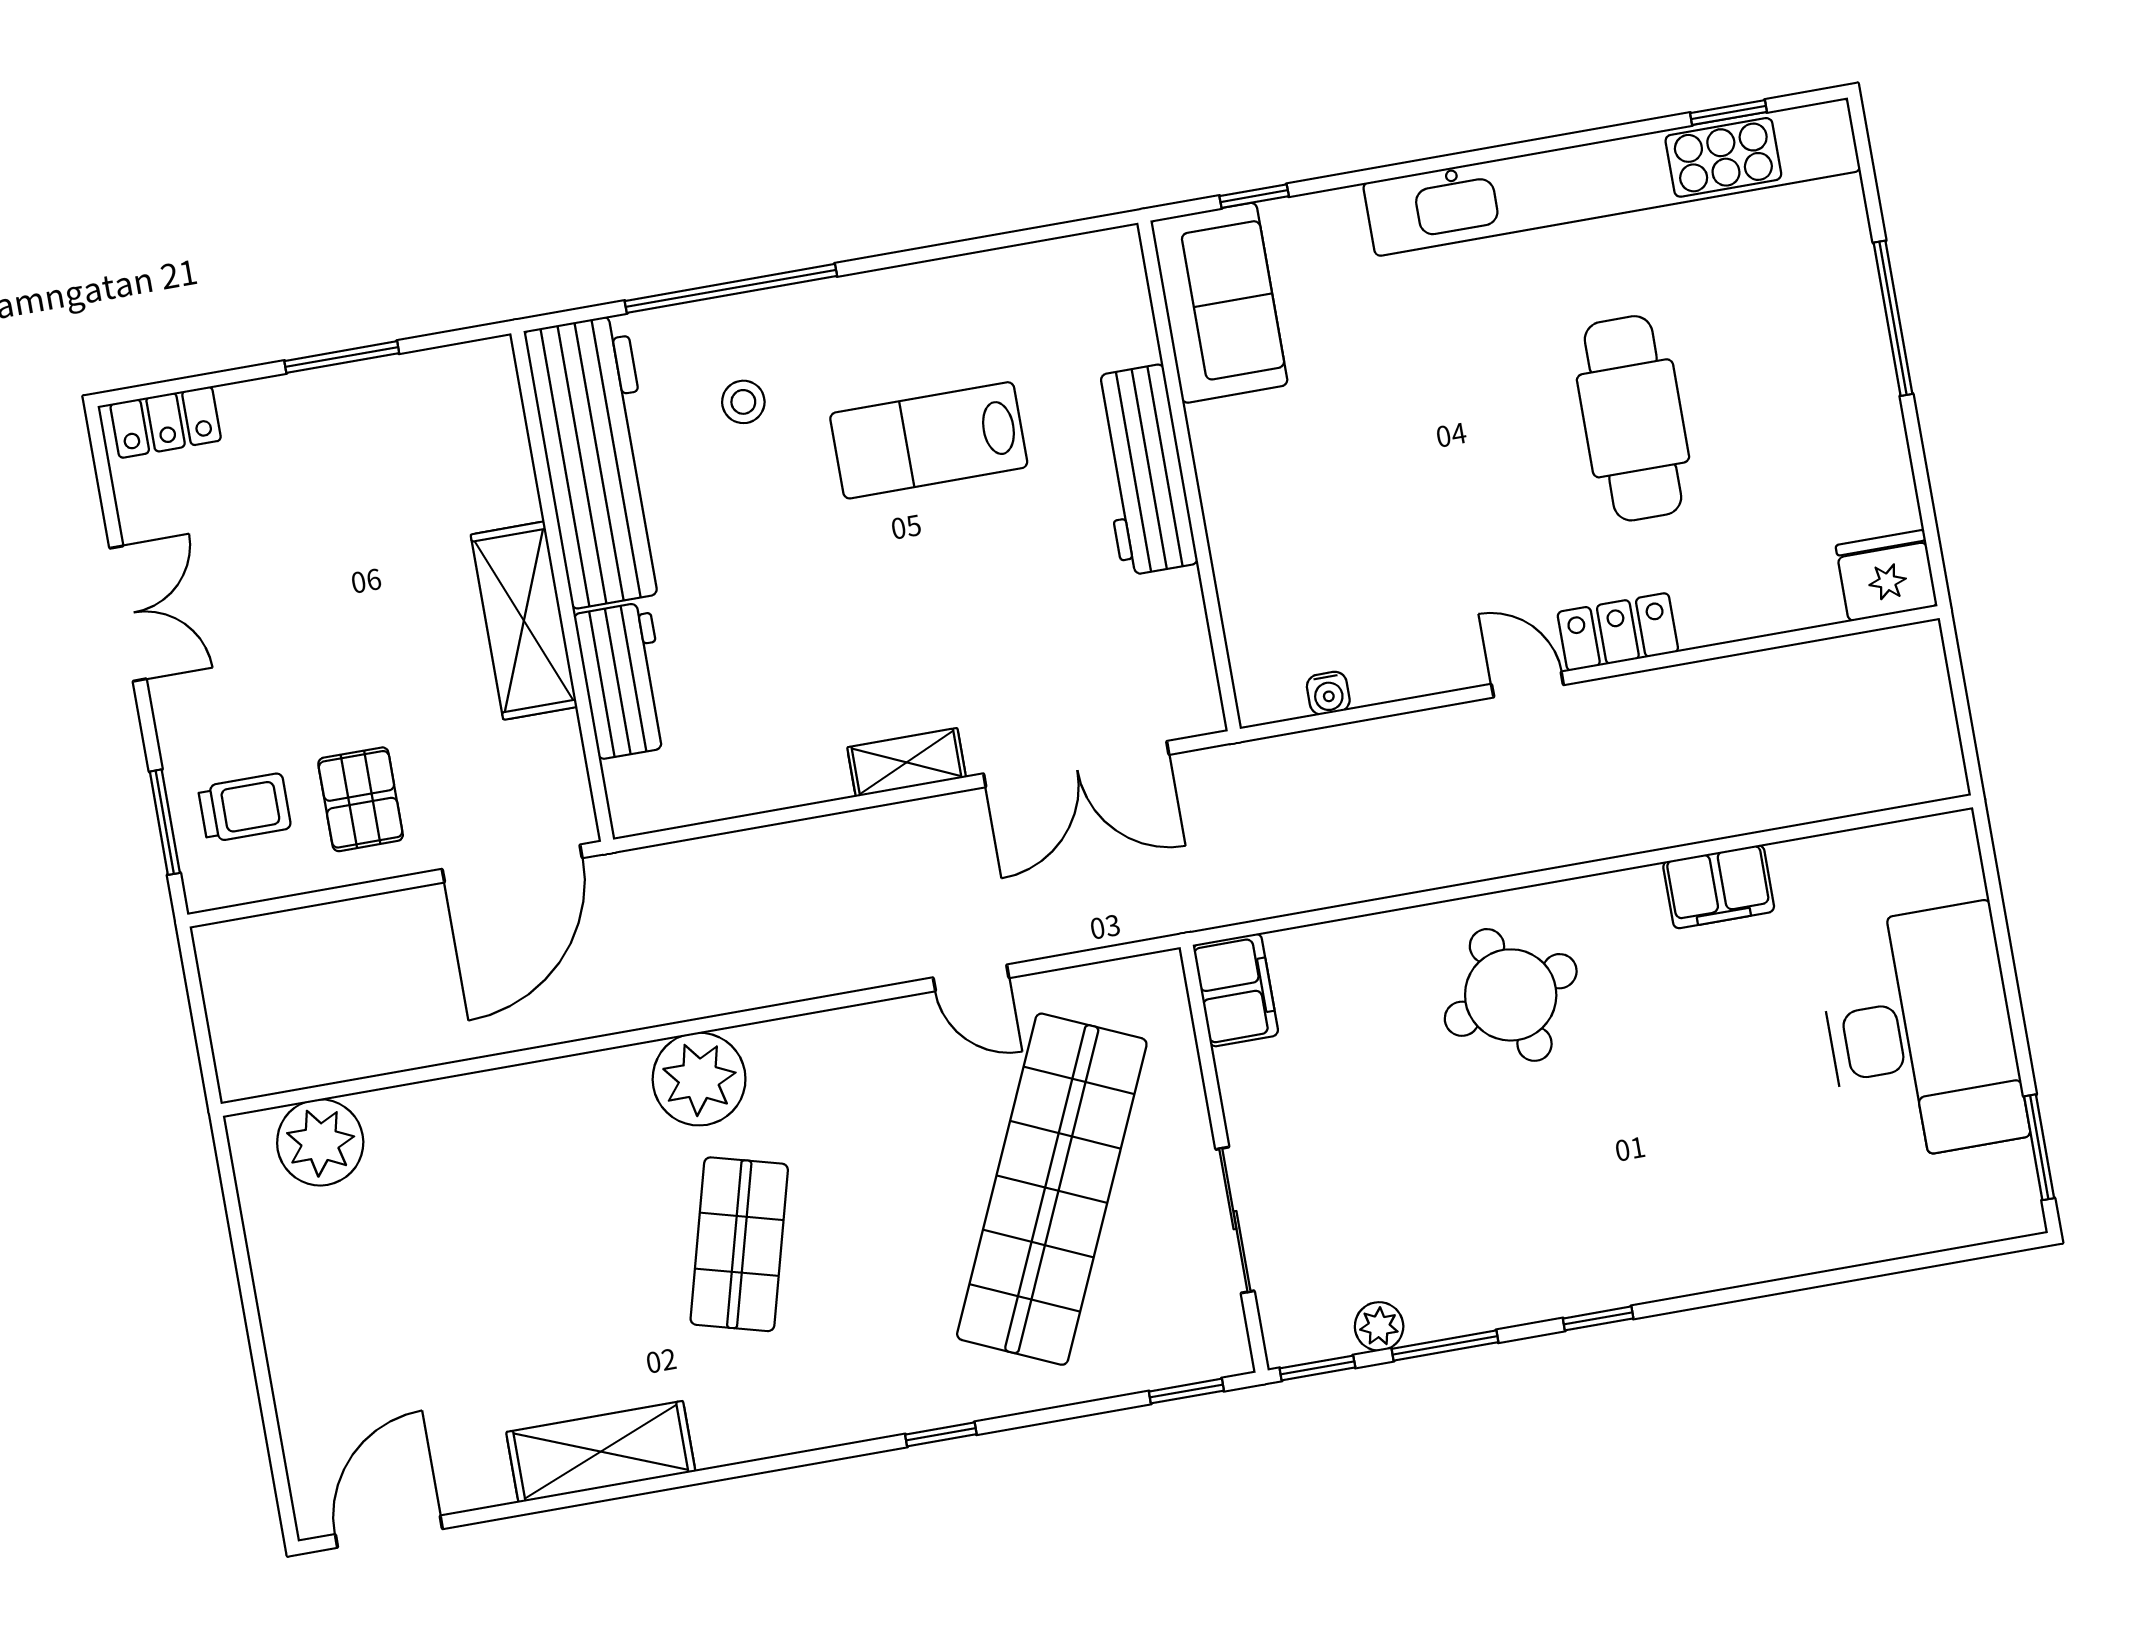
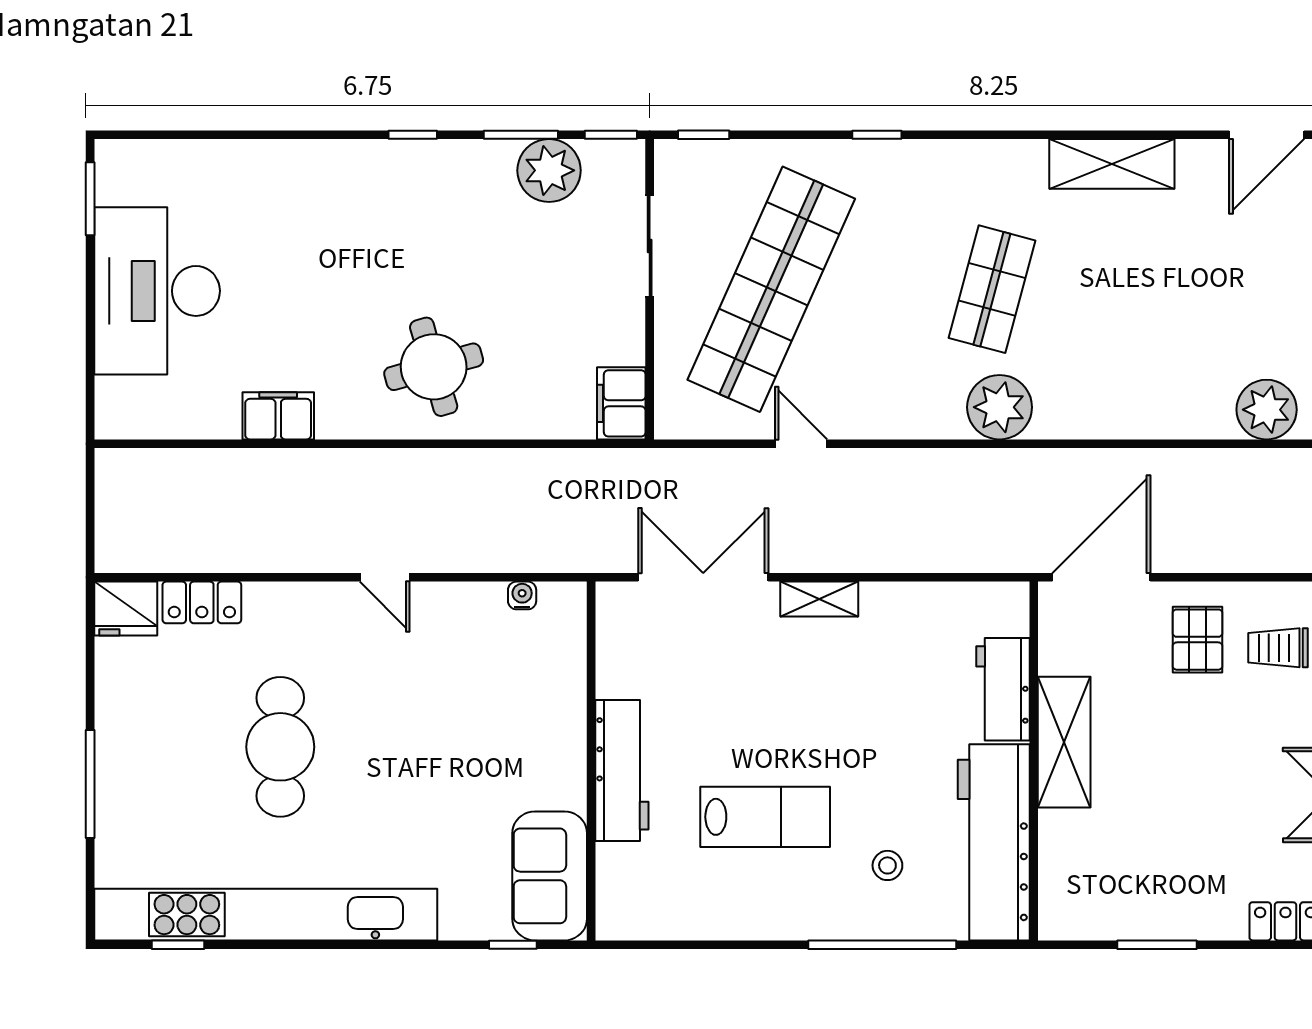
locker: (1618, 632) -> (202, 602), moved
plant: (1379, 1326) -> (549, 170), width x1.88, depth x1.88

